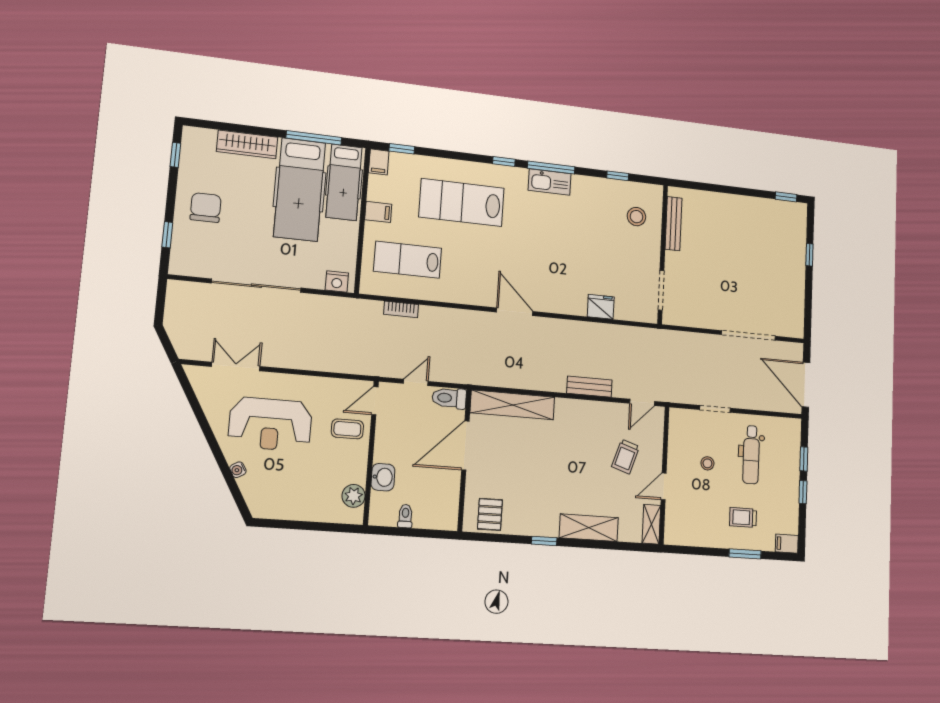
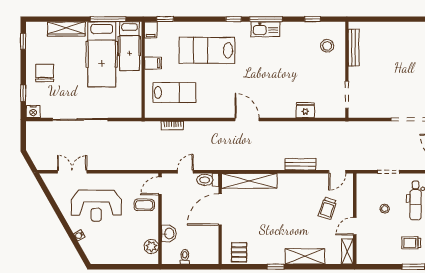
lab bench: (408, 260) -> (174, 92), turned 180
nightstand: (337, 282) -> (33, 112), moved

